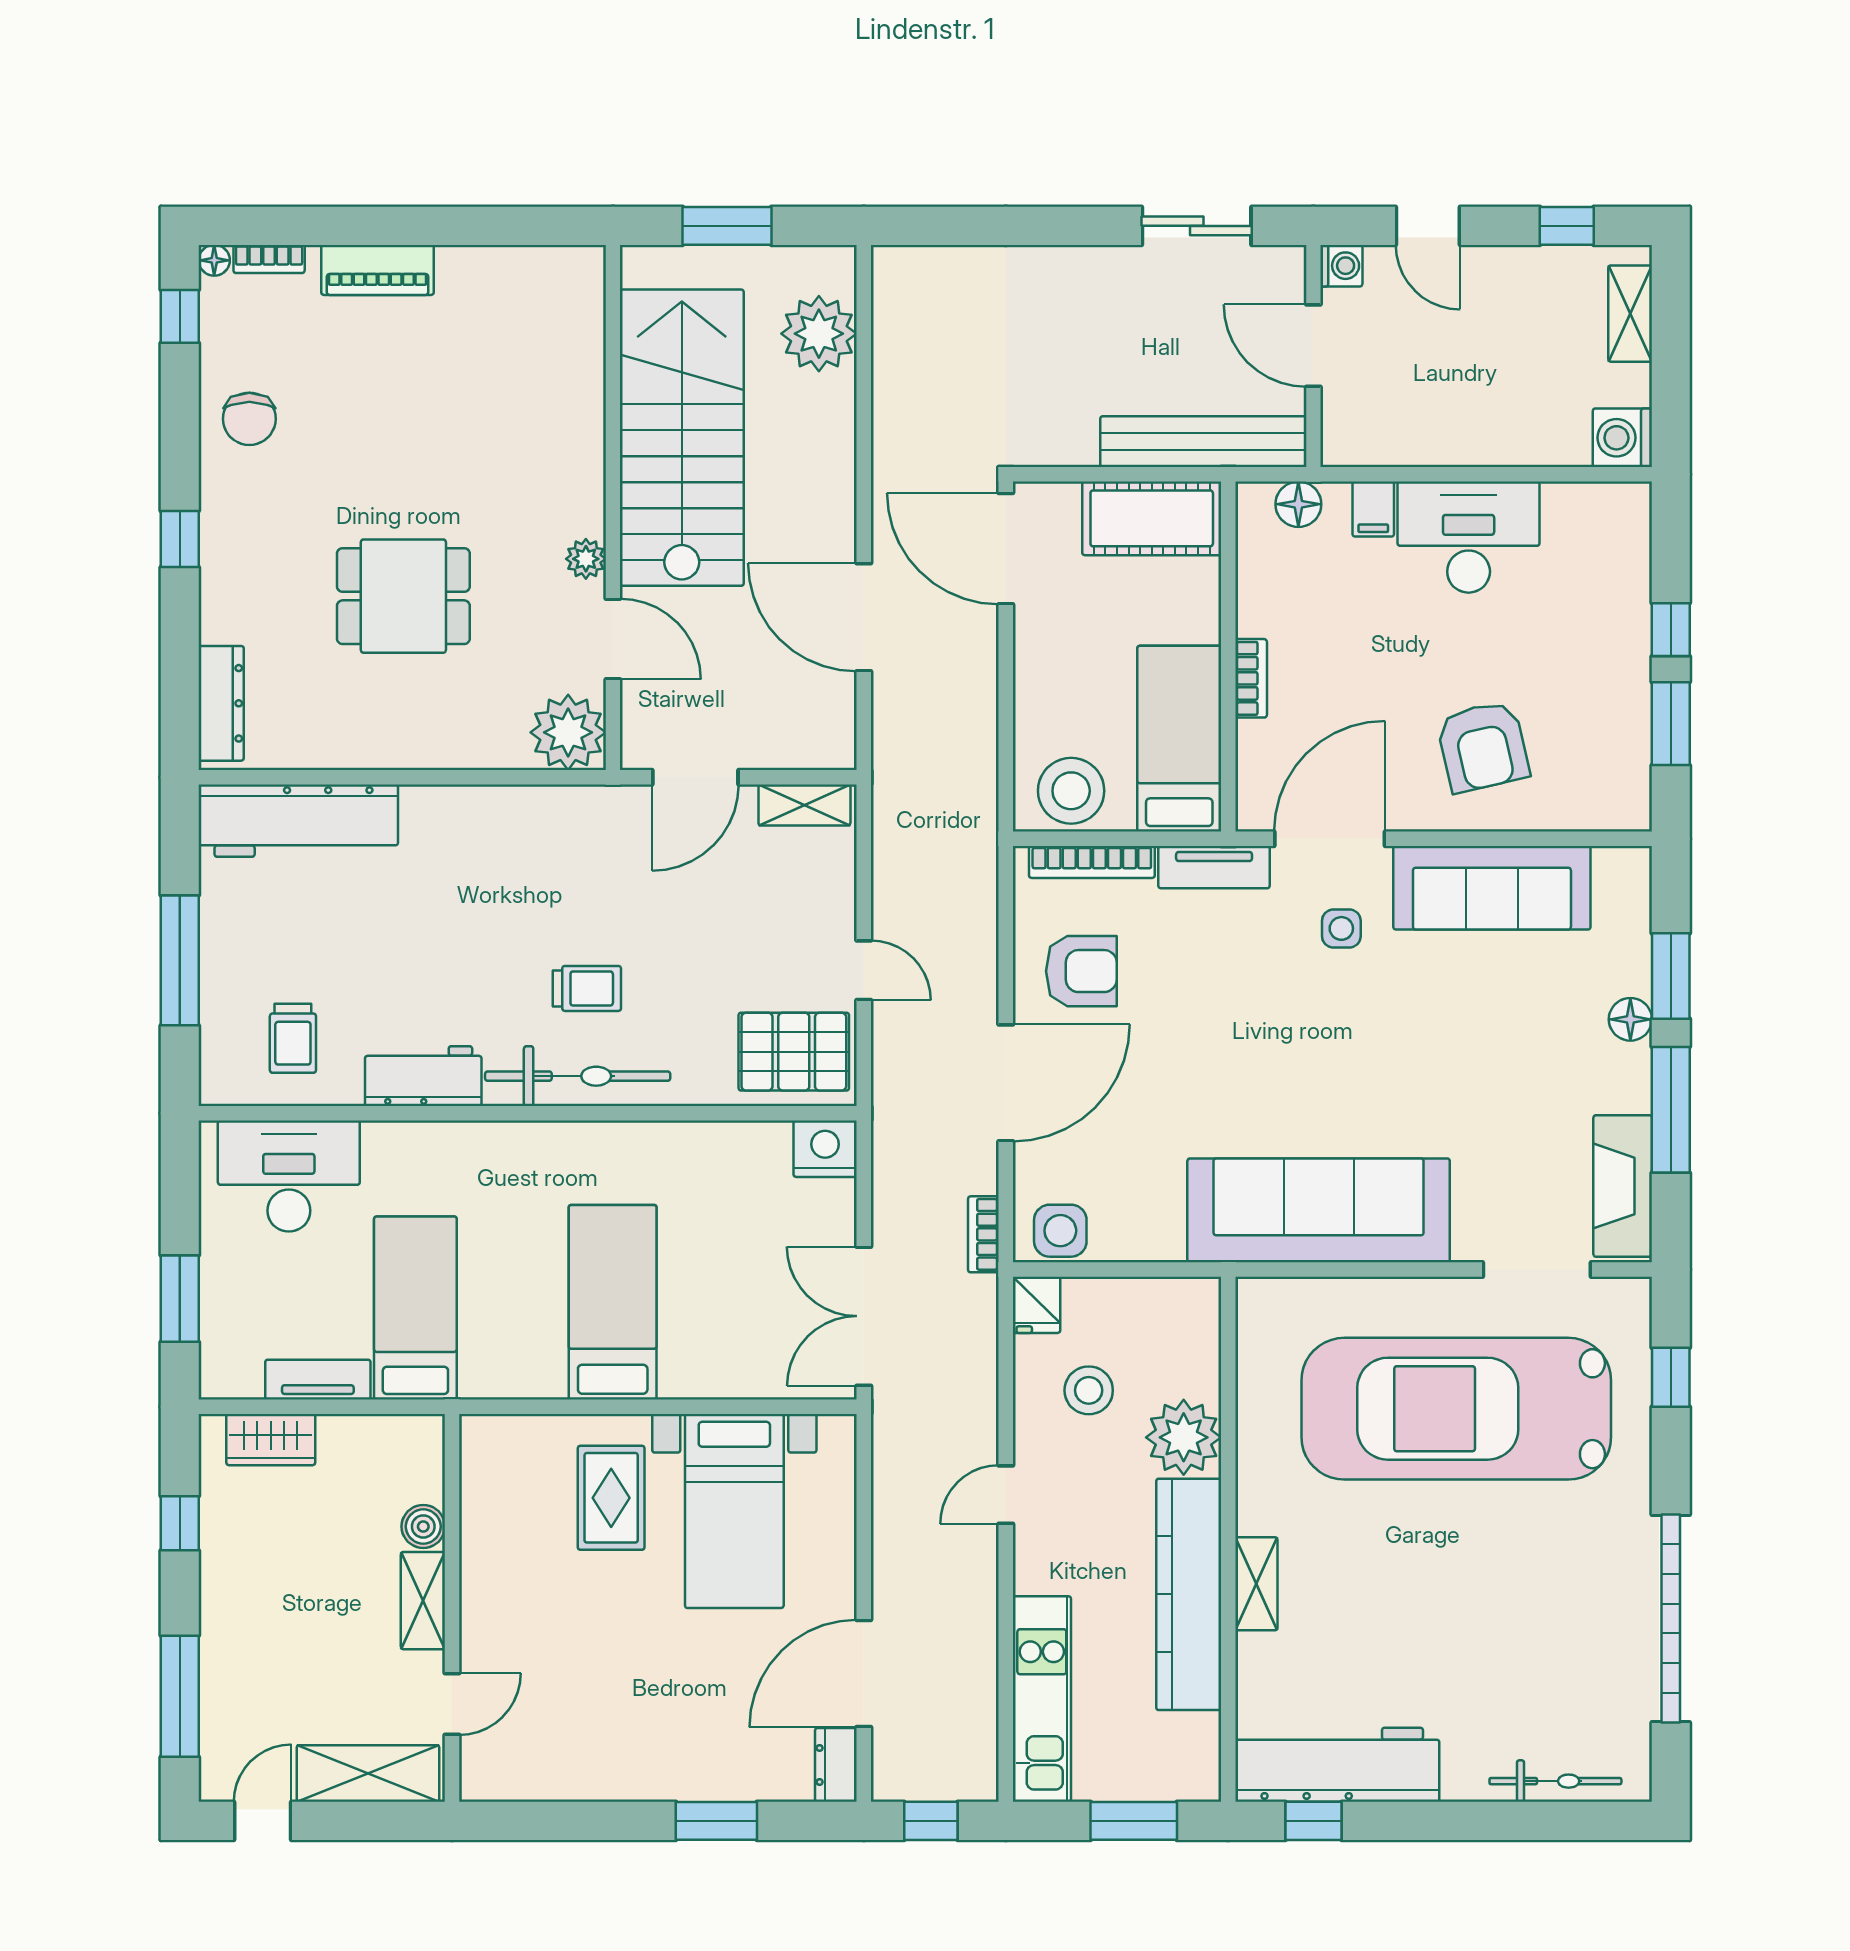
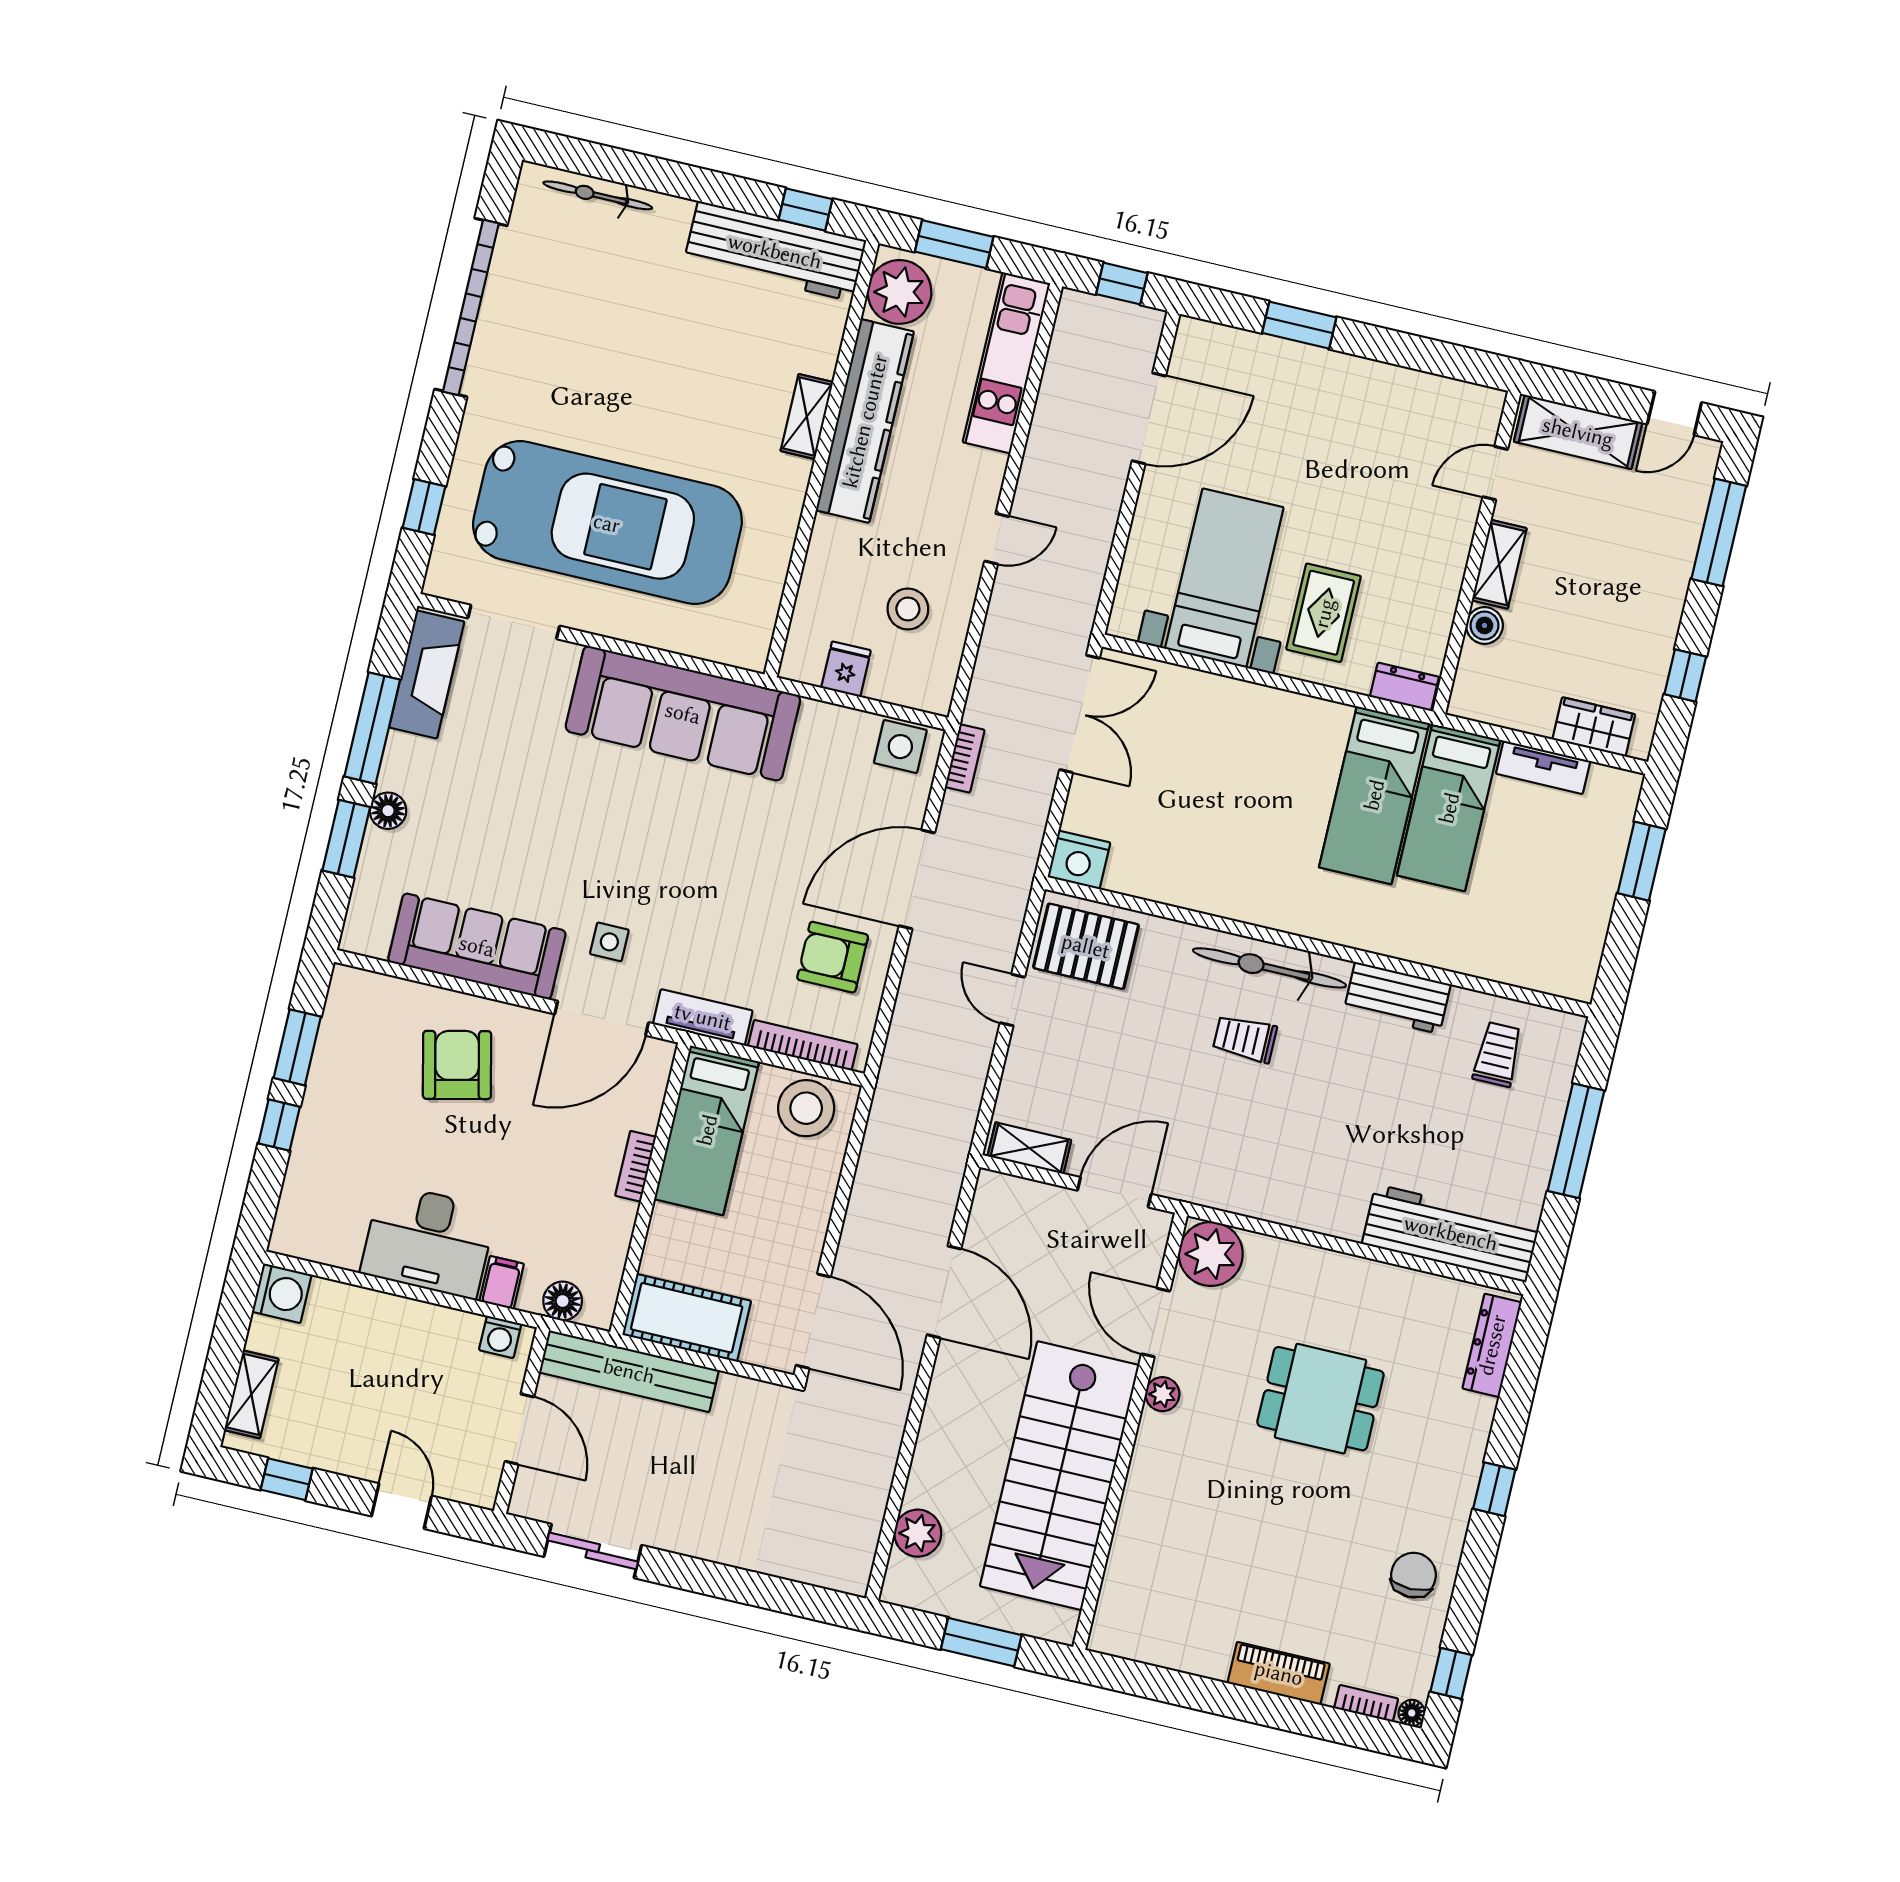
washing machine: (1341, 266) -> (500, 1337), moved, turned -90
plant: (819, 334) -> (918, 1533), width x0.73, depth x0.73
desk: (289, 1176) -> (1528, 941), removed
bed: (613, 1302) -> (1374, 795), moved
fridge: (1036, 1305) -> (846, 669), moved
plant: (1184, 1437) -> (899, 292), moved
dresser: (836, 1765) -> (1404, 687), moved, turned -90

